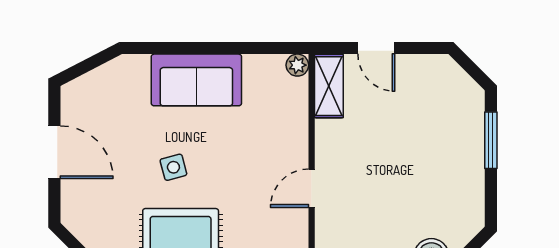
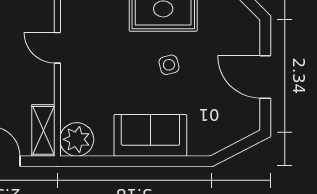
plant: (297, 65) -> (77, 139), width x1.88, depth x1.88
door: (312, 188) -> (57, 48), swing flipped

